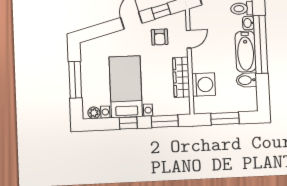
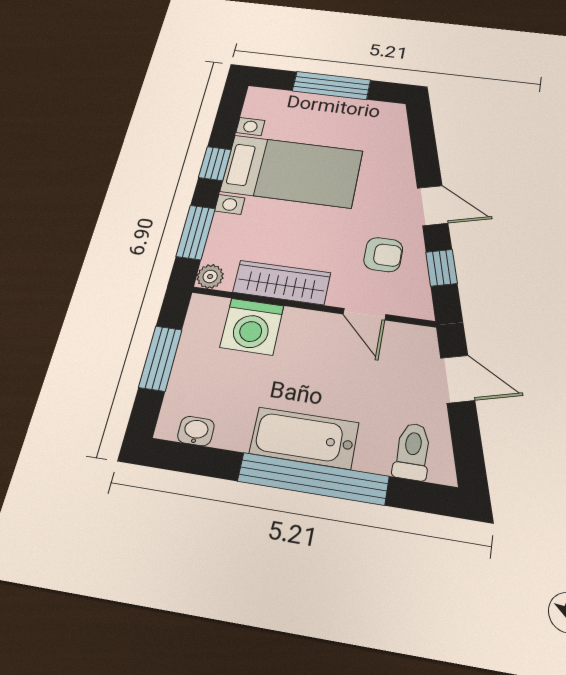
washbasin: (248, 23) -> (196, 431), moved
armchair: (160, 37) -> (383, 255), turned 180
bidet: (246, 80) -> (235, 426), removed
plant: (94, 113) -> (210, 276), moved

